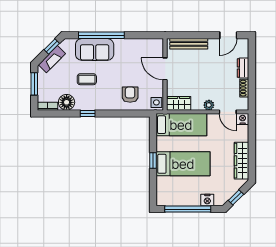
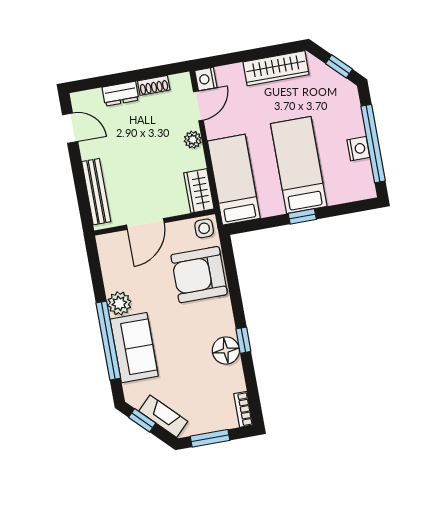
plant: (122, 46) -> (119, 303), added
coffee table: (87, 79) -> (186, 352), removed
armchair: (130, 95) -> (199, 275), width x1.88, depth x1.88
floor lamp: (67, 102) -> (226, 350), moved
nightstand: (207, 200) -> (358, 149), moved

